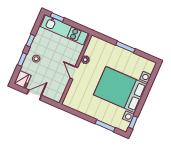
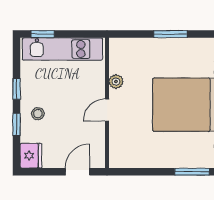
door: (74, 73) -> (107, 110), hinge flipped
door: (34, 95) -> (77, 172), moved

